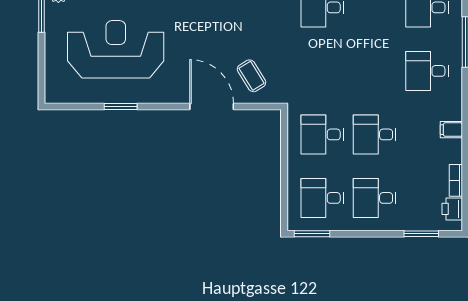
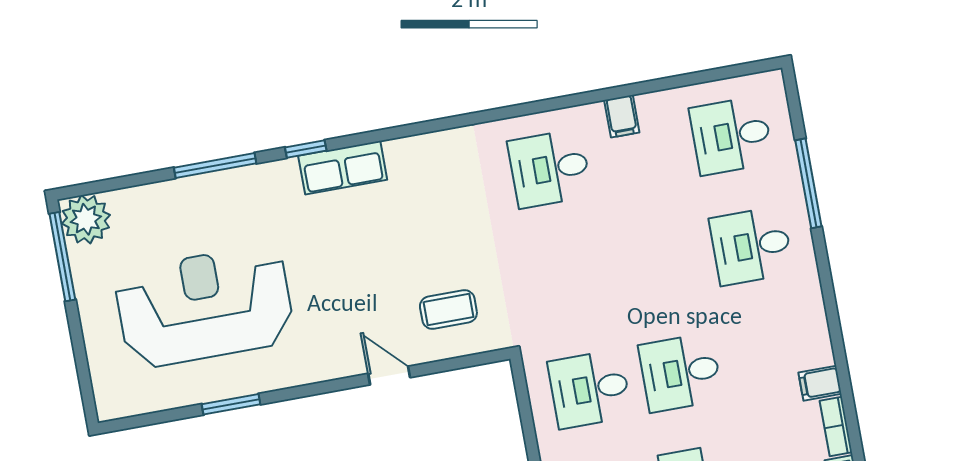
coffee table: (252, 76) -> (448, 310), turned -58
door: (212, 107) -> (389, 375), width x0.53
filing cabinet: (451, 130) -> (820, 383), moved

